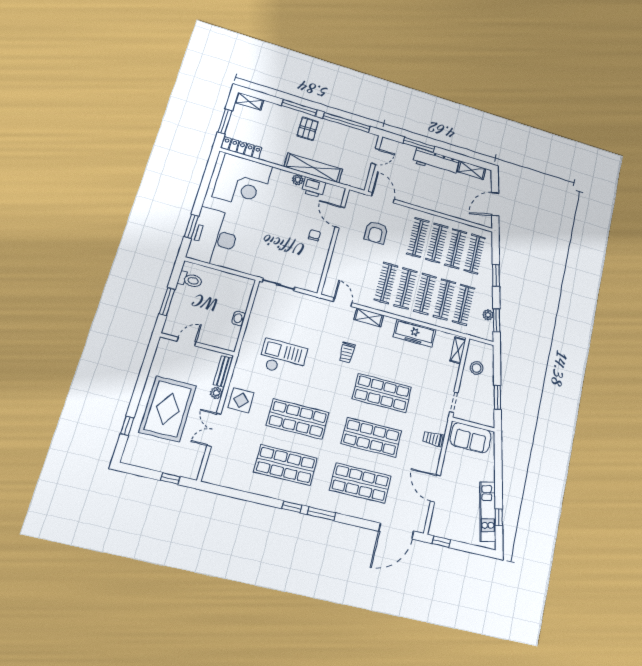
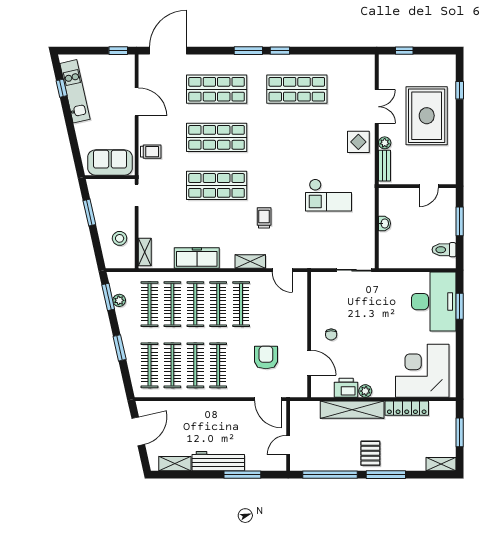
locker: (242, 148) -> (407, 408), moved
shop shelf: (298, 419) -> (297, 137), removed

